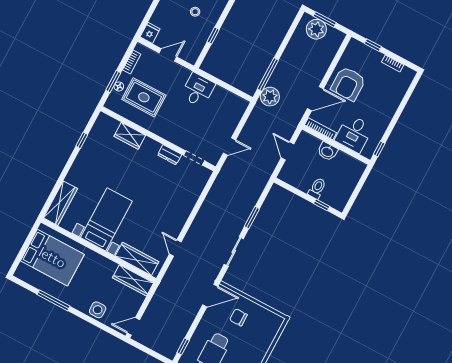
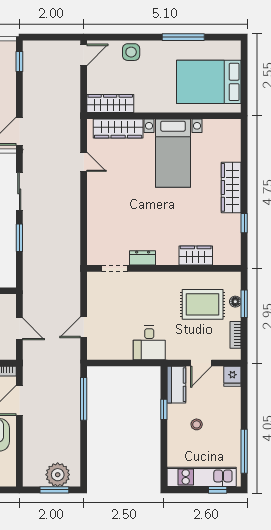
kitchen counter: (194, 49) -> (176, 385), added
plant: (270, 97) -> (69, 377), removed
door: (229, 146) -> (84, 327), moved
wardrobe: (60, 203) -> (231, 187), moved

